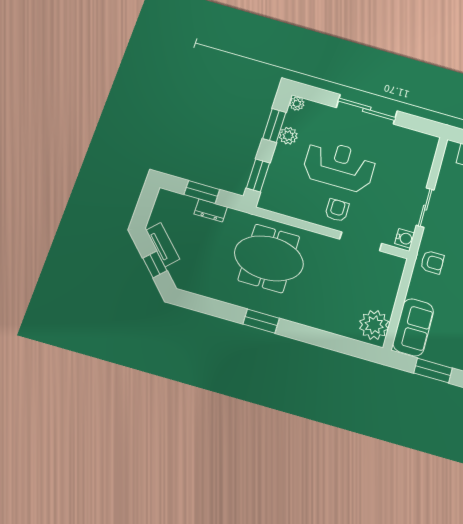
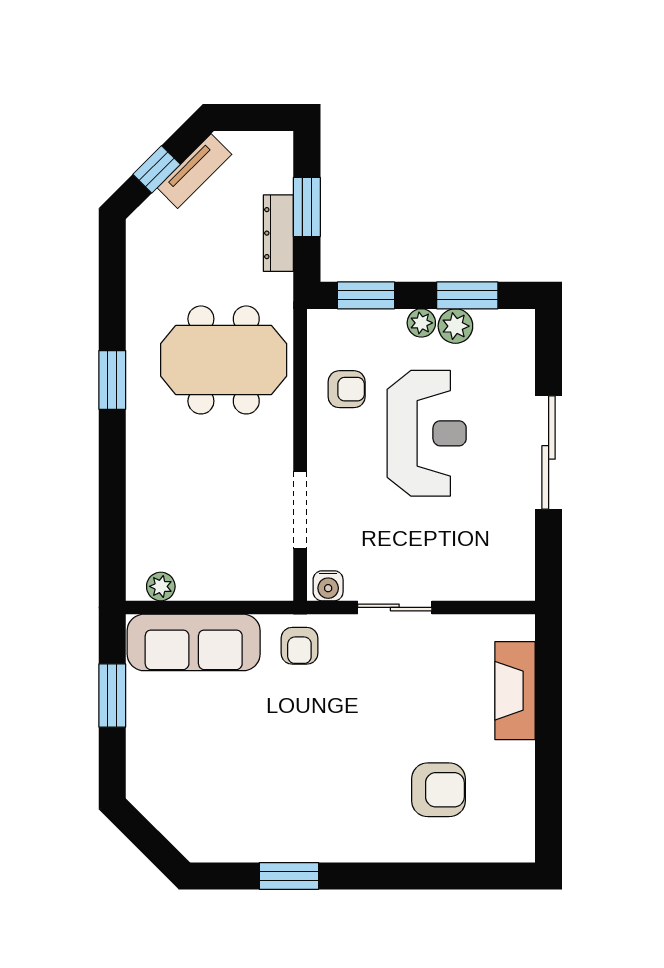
plant: (297, 104) -> (421, 323), moved
dresser: (211, 210) -> (278, 233), width x1.44
armchair: (337, 210) -> (347, 389), moved
meeting table: (269, 258) -> (224, 360), turned 90
plant: (374, 325) -> (161, 586), width x0.53, depth x0.53
sofa: (413, 327) -> (194, 642), width x1.36

